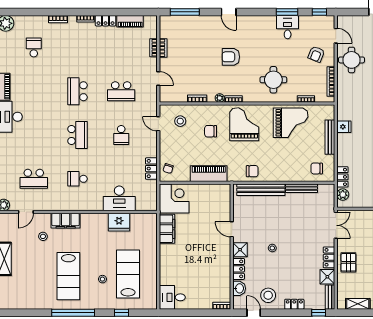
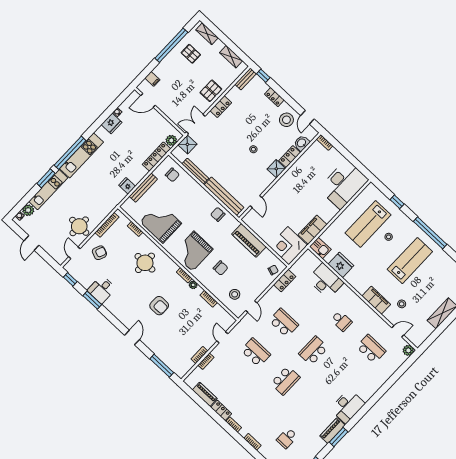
school desk: (121, 135) -> (284, 323), width x1.85
locker: (342, 177) -> (157, 157), width x1.53
kitchen sink: (147, 220) -> (320, 248), added
door: (232, 229) -> (256, 202), moved
shower: (327, 277) -> (187, 144), moved
desk: (172, 297) -> (343, 184), width x1.87, depth x1.30

